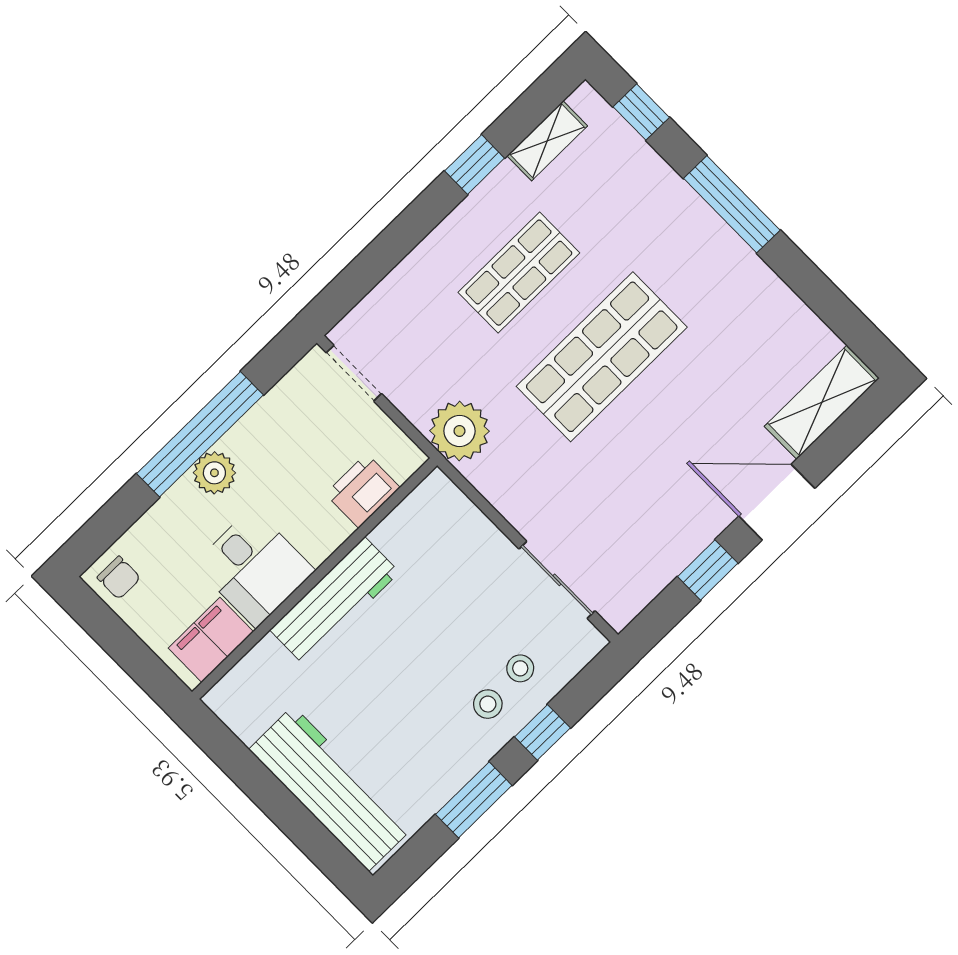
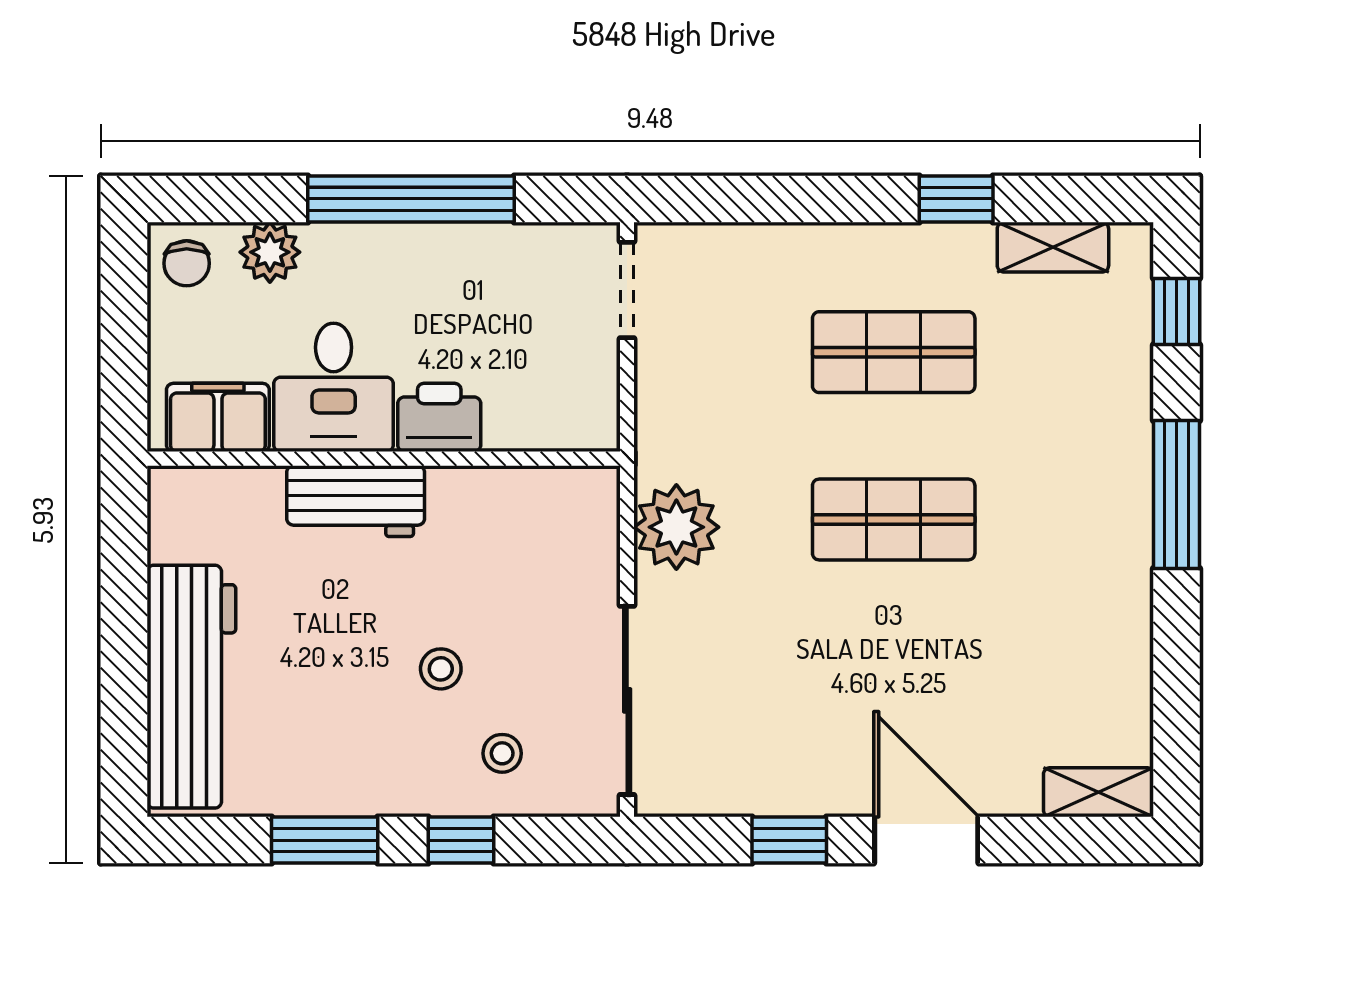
shop shelf: (602, 357) -> (894, 520), width x0.70, depth x0.74
shelving: (822, 402) -> (1099, 792), width x0.67, depth x0.75
plant: (459, 431) -> (676, 527), moved
plant: (214, 473) -> (270, 252), moved
printer: (363, 491) -> (439, 417), moved
sliding door: (557, 580) -> (627, 700), width x1.37
workbench: (335, 601) -> (356, 501), width x0.73
stool: (488, 704) -> (441, 669), moved

